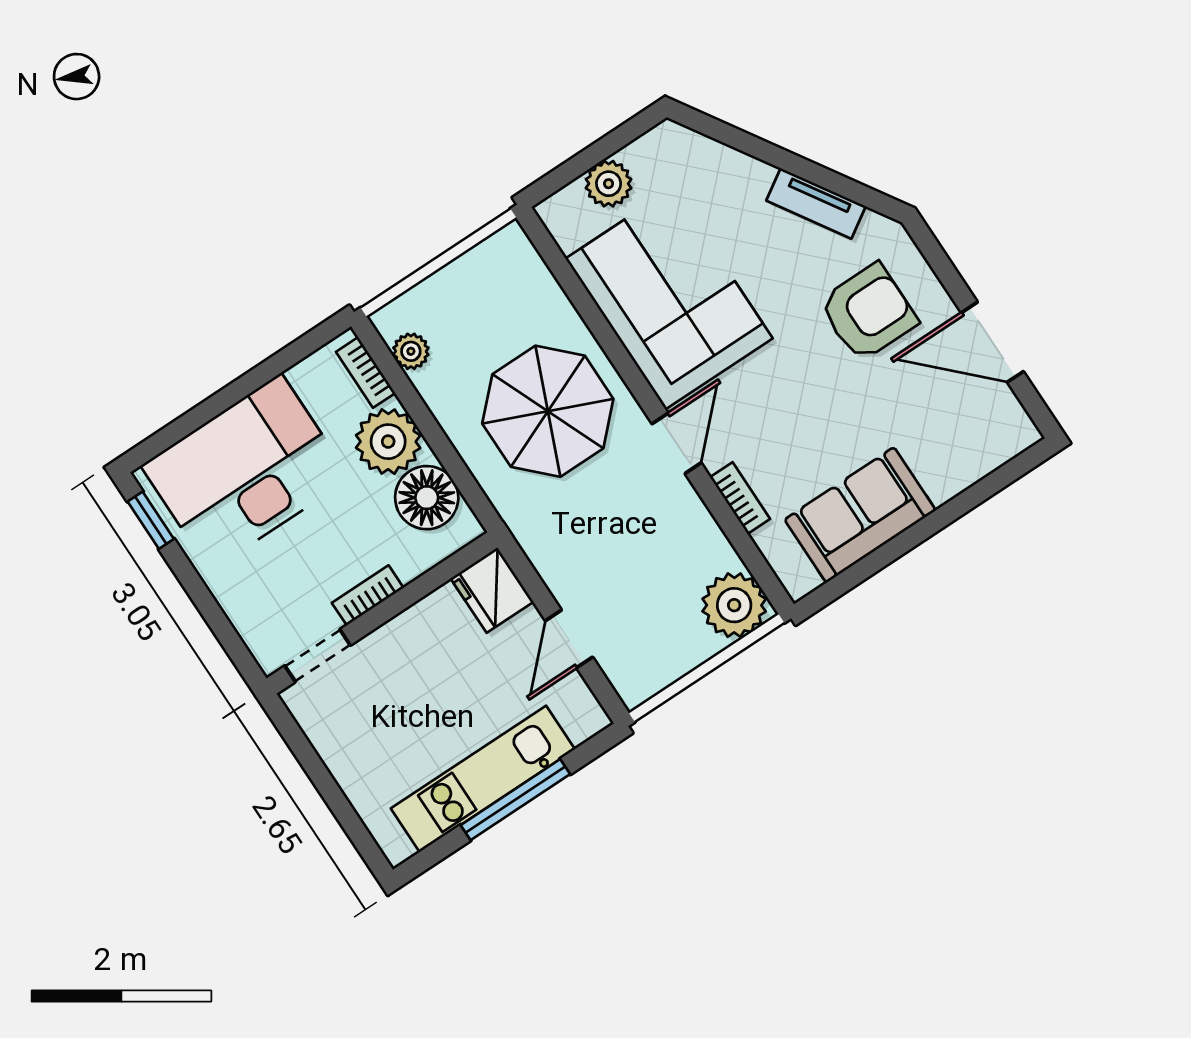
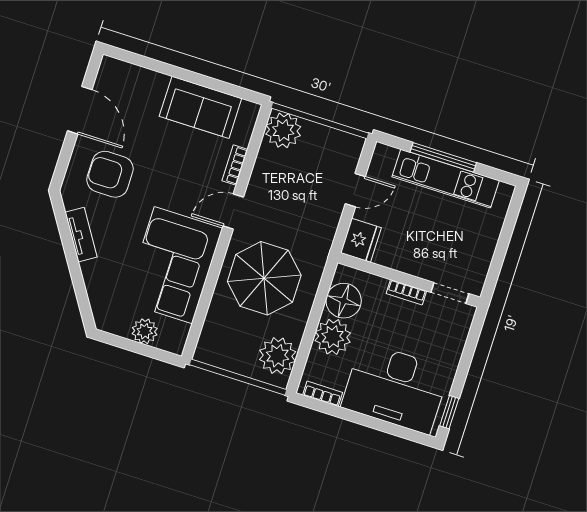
plant: (411, 351) -> (278, 356), width x1.88, depth x1.88
bookcase: (366, 372) -> (323, 394), moved, turned -90

